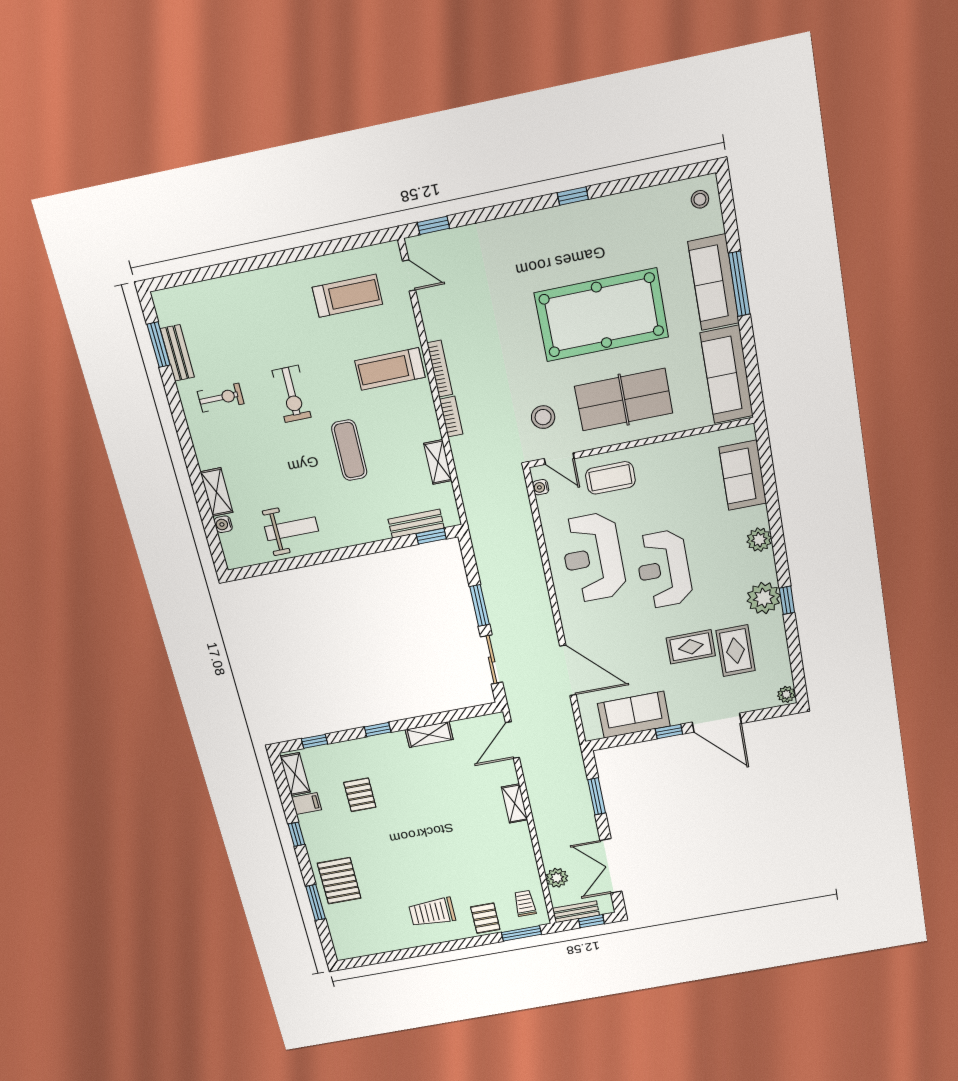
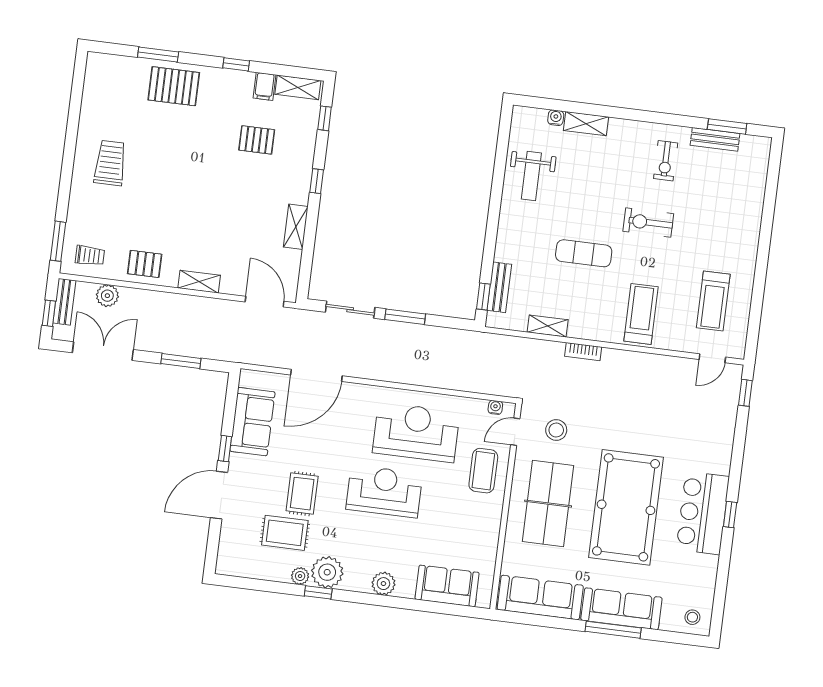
bar counter: (581, 228) -> (703, 513), added
bookcase: (440, 369) -> (627, 356), removed
plant: (786, 694) -> (300, 576), moved
pallet: (485, 918) -> (145, 264), moved

